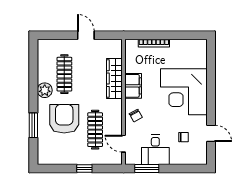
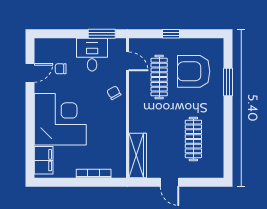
wardrobe: (114, 79) -> (138, 156), moved
filing cabinet: (133, 86) -> (44, 160), moved, turned 180
plant: (45, 90) -> (215, 121), removed
armchair: (64, 119) -> (194, 71), moved, turned 90
door: (211, 133) -> (30, 73), swing flipped

